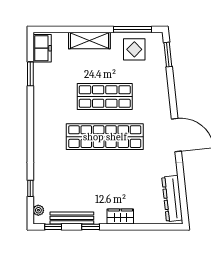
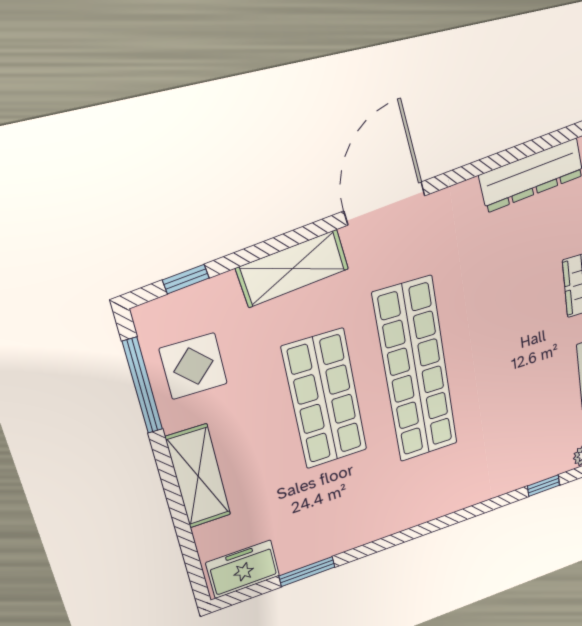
window: (168, 55) -> (186, 279), width x0.67
shelving: (161, 94) -> (293, 268), added

